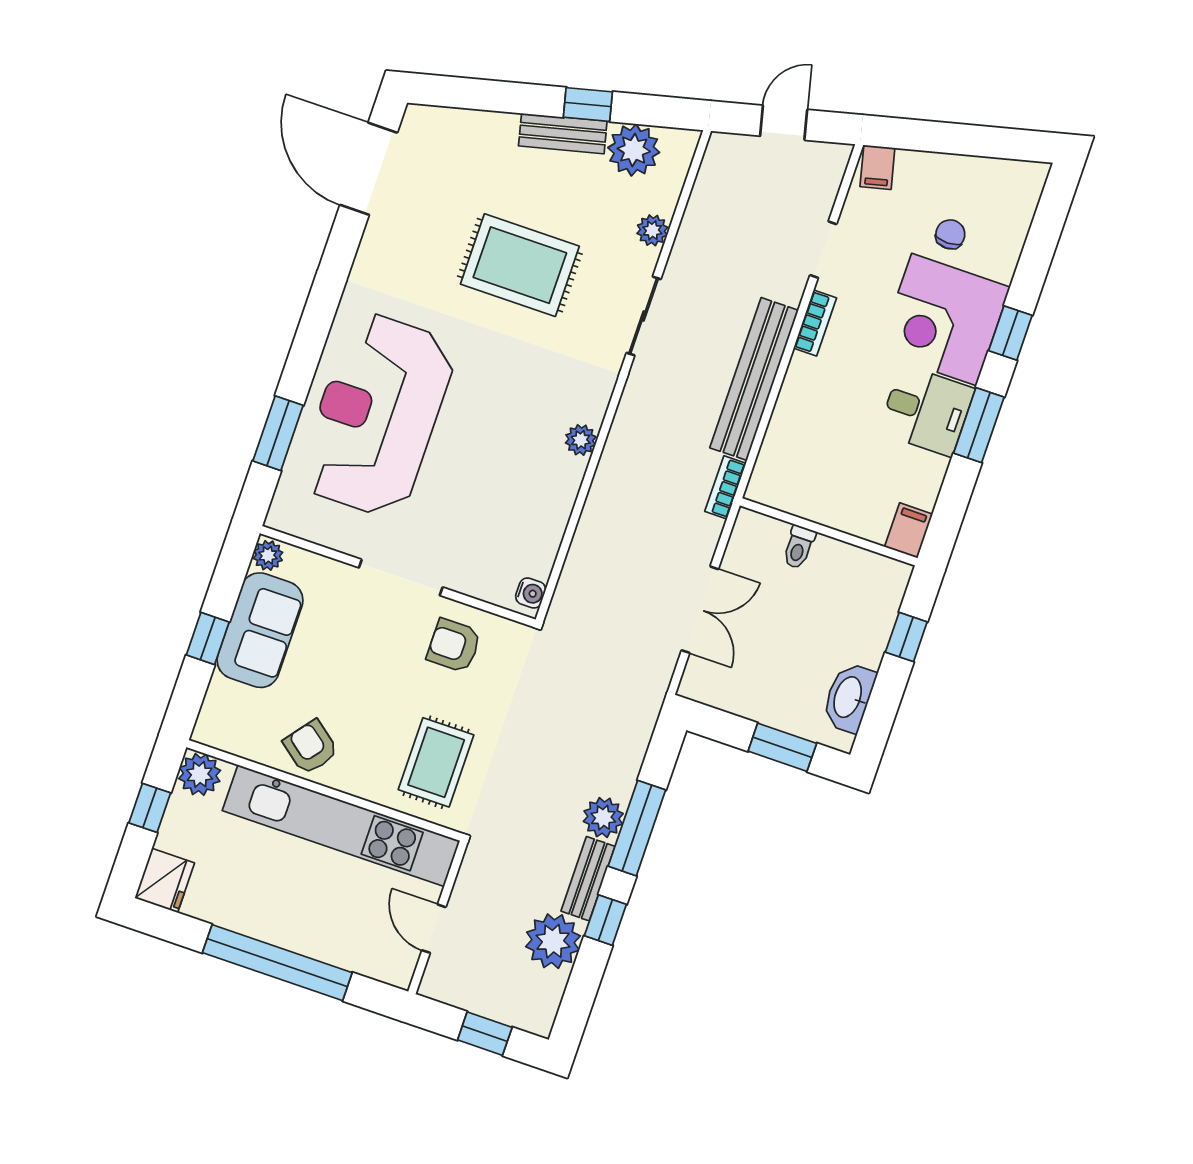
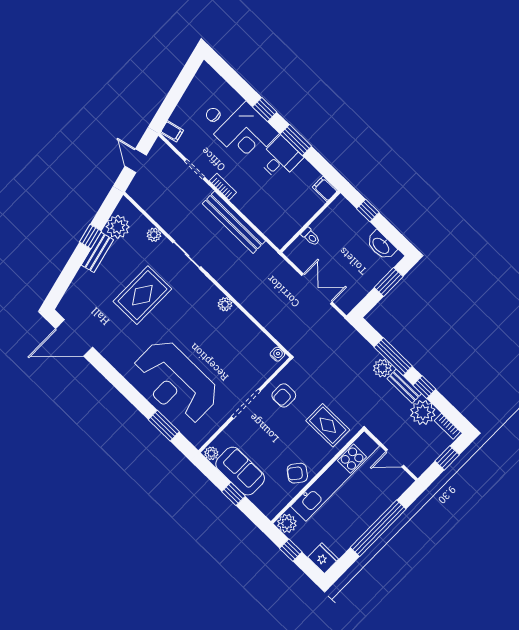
bookcase: (725, 487) -> (447, 426), moved

